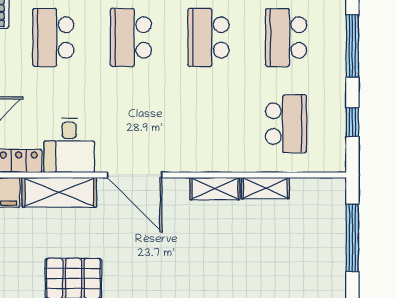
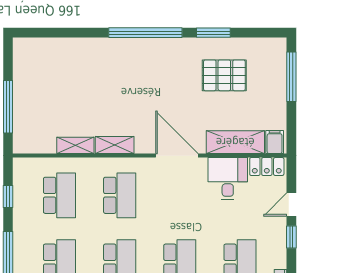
school desk: (208, 124) -> (120, 195), added
school desk: (286, 124) -> (59, 195), turned 180

